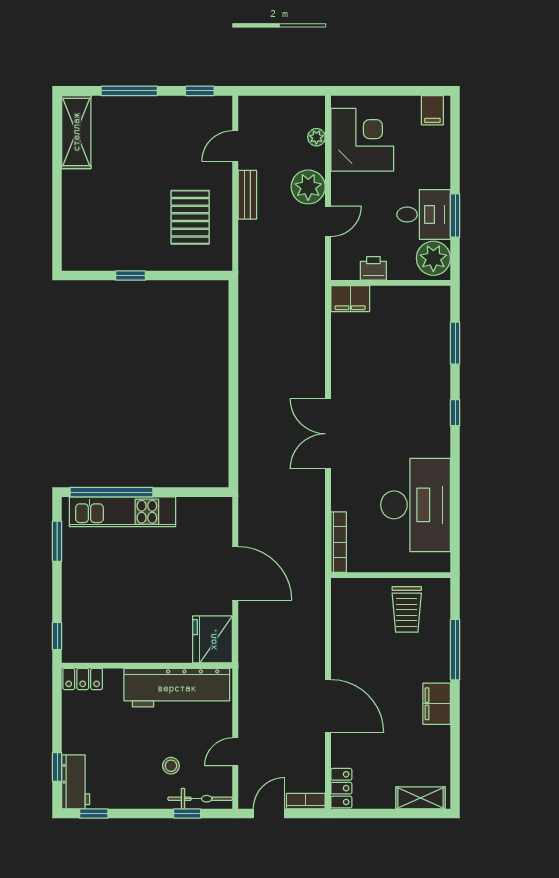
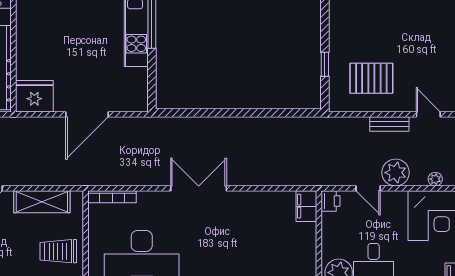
printer: (373, 268) -> (331, 201), moved
window: (131, 275) -> (325, 64), moved
shelving: (345, 630) -> (42, 202), added

